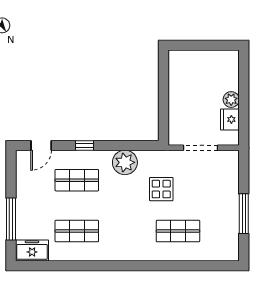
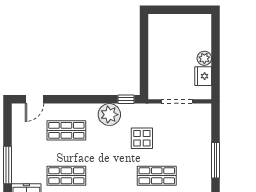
window: (85, 145) -> (126, 99), moved

